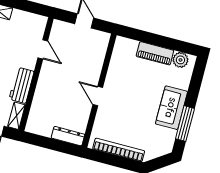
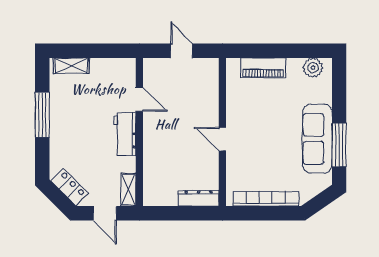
piano: (155, 53) -> (263, 68), moved
workbench: (22, 85) -> (125, 134), moved
sofa: (171, 108) -> (317, 139), width x1.36

